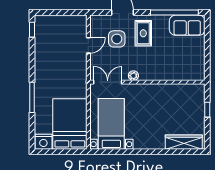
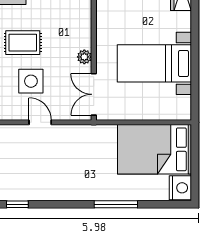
bed with nightstands: (111, 124) -> (154, 63), moved

